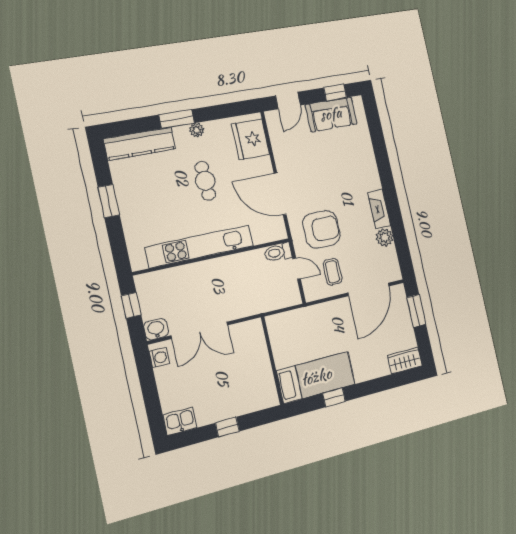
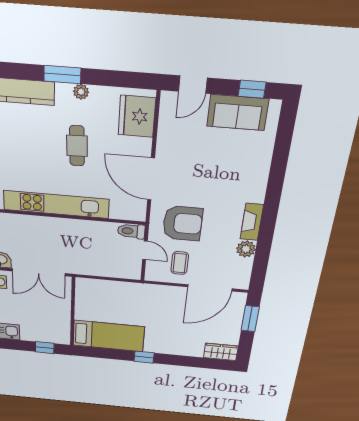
wall: (272, 361) -> (73, 312), moved
bed: (316, 377) -> (109, 336), moved

